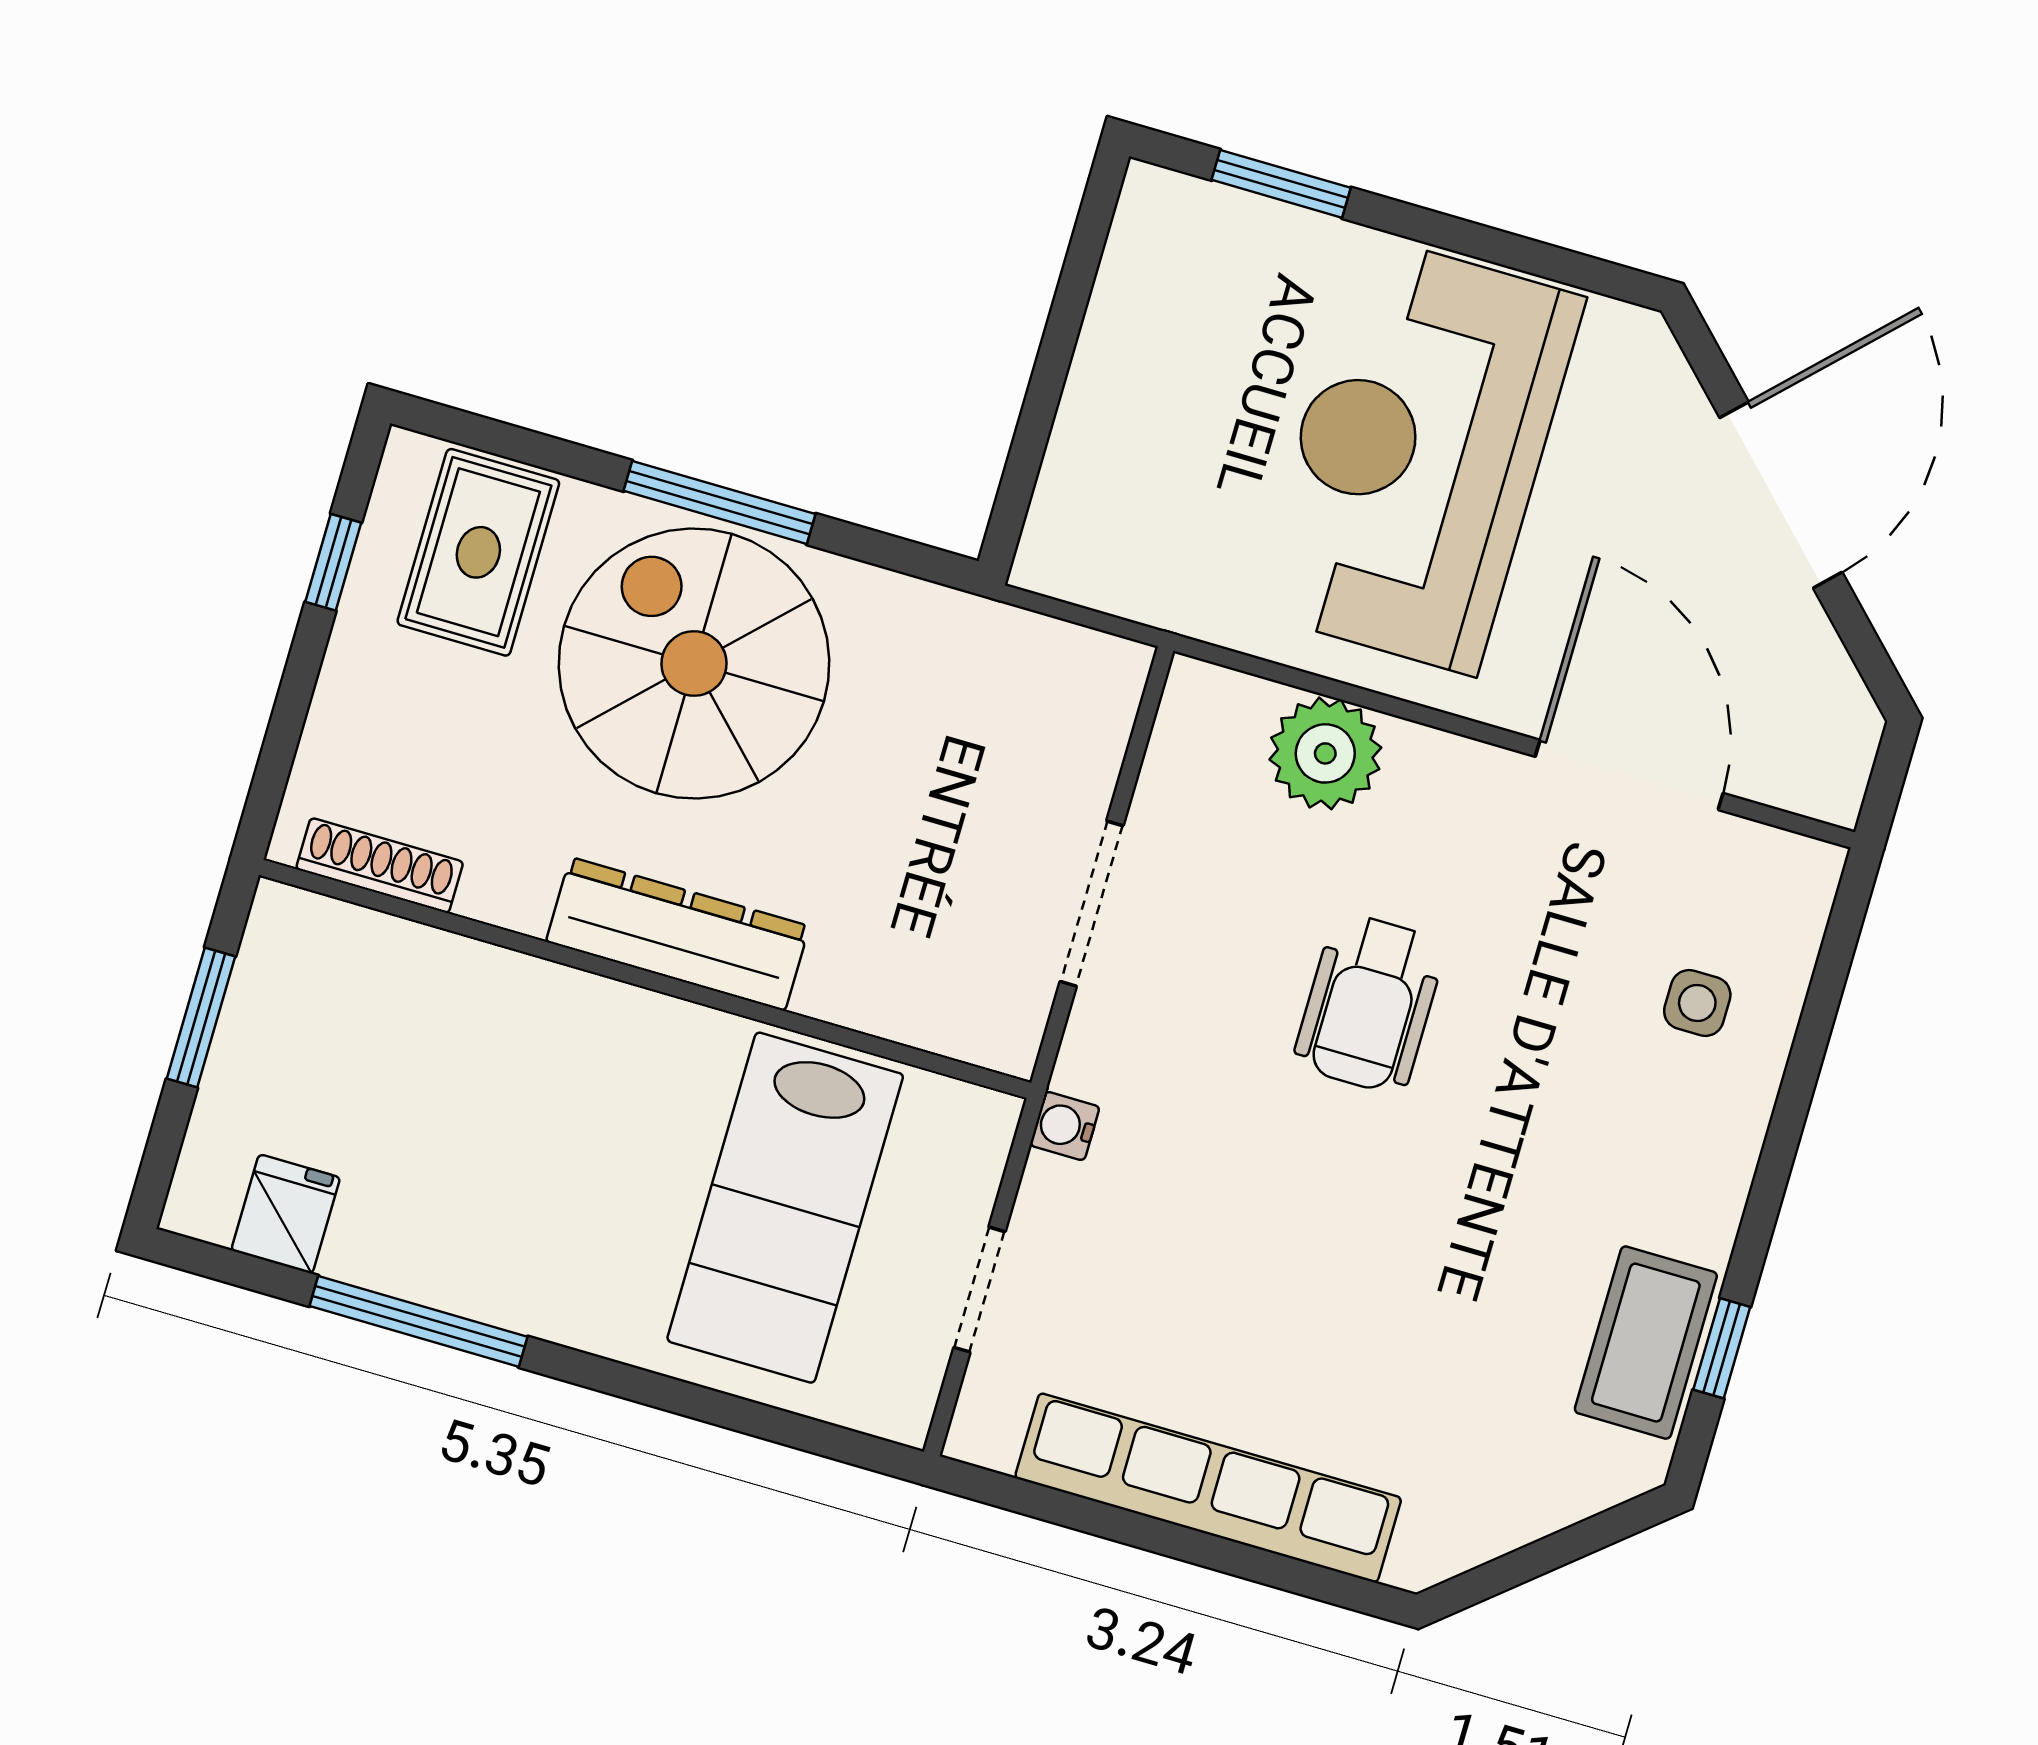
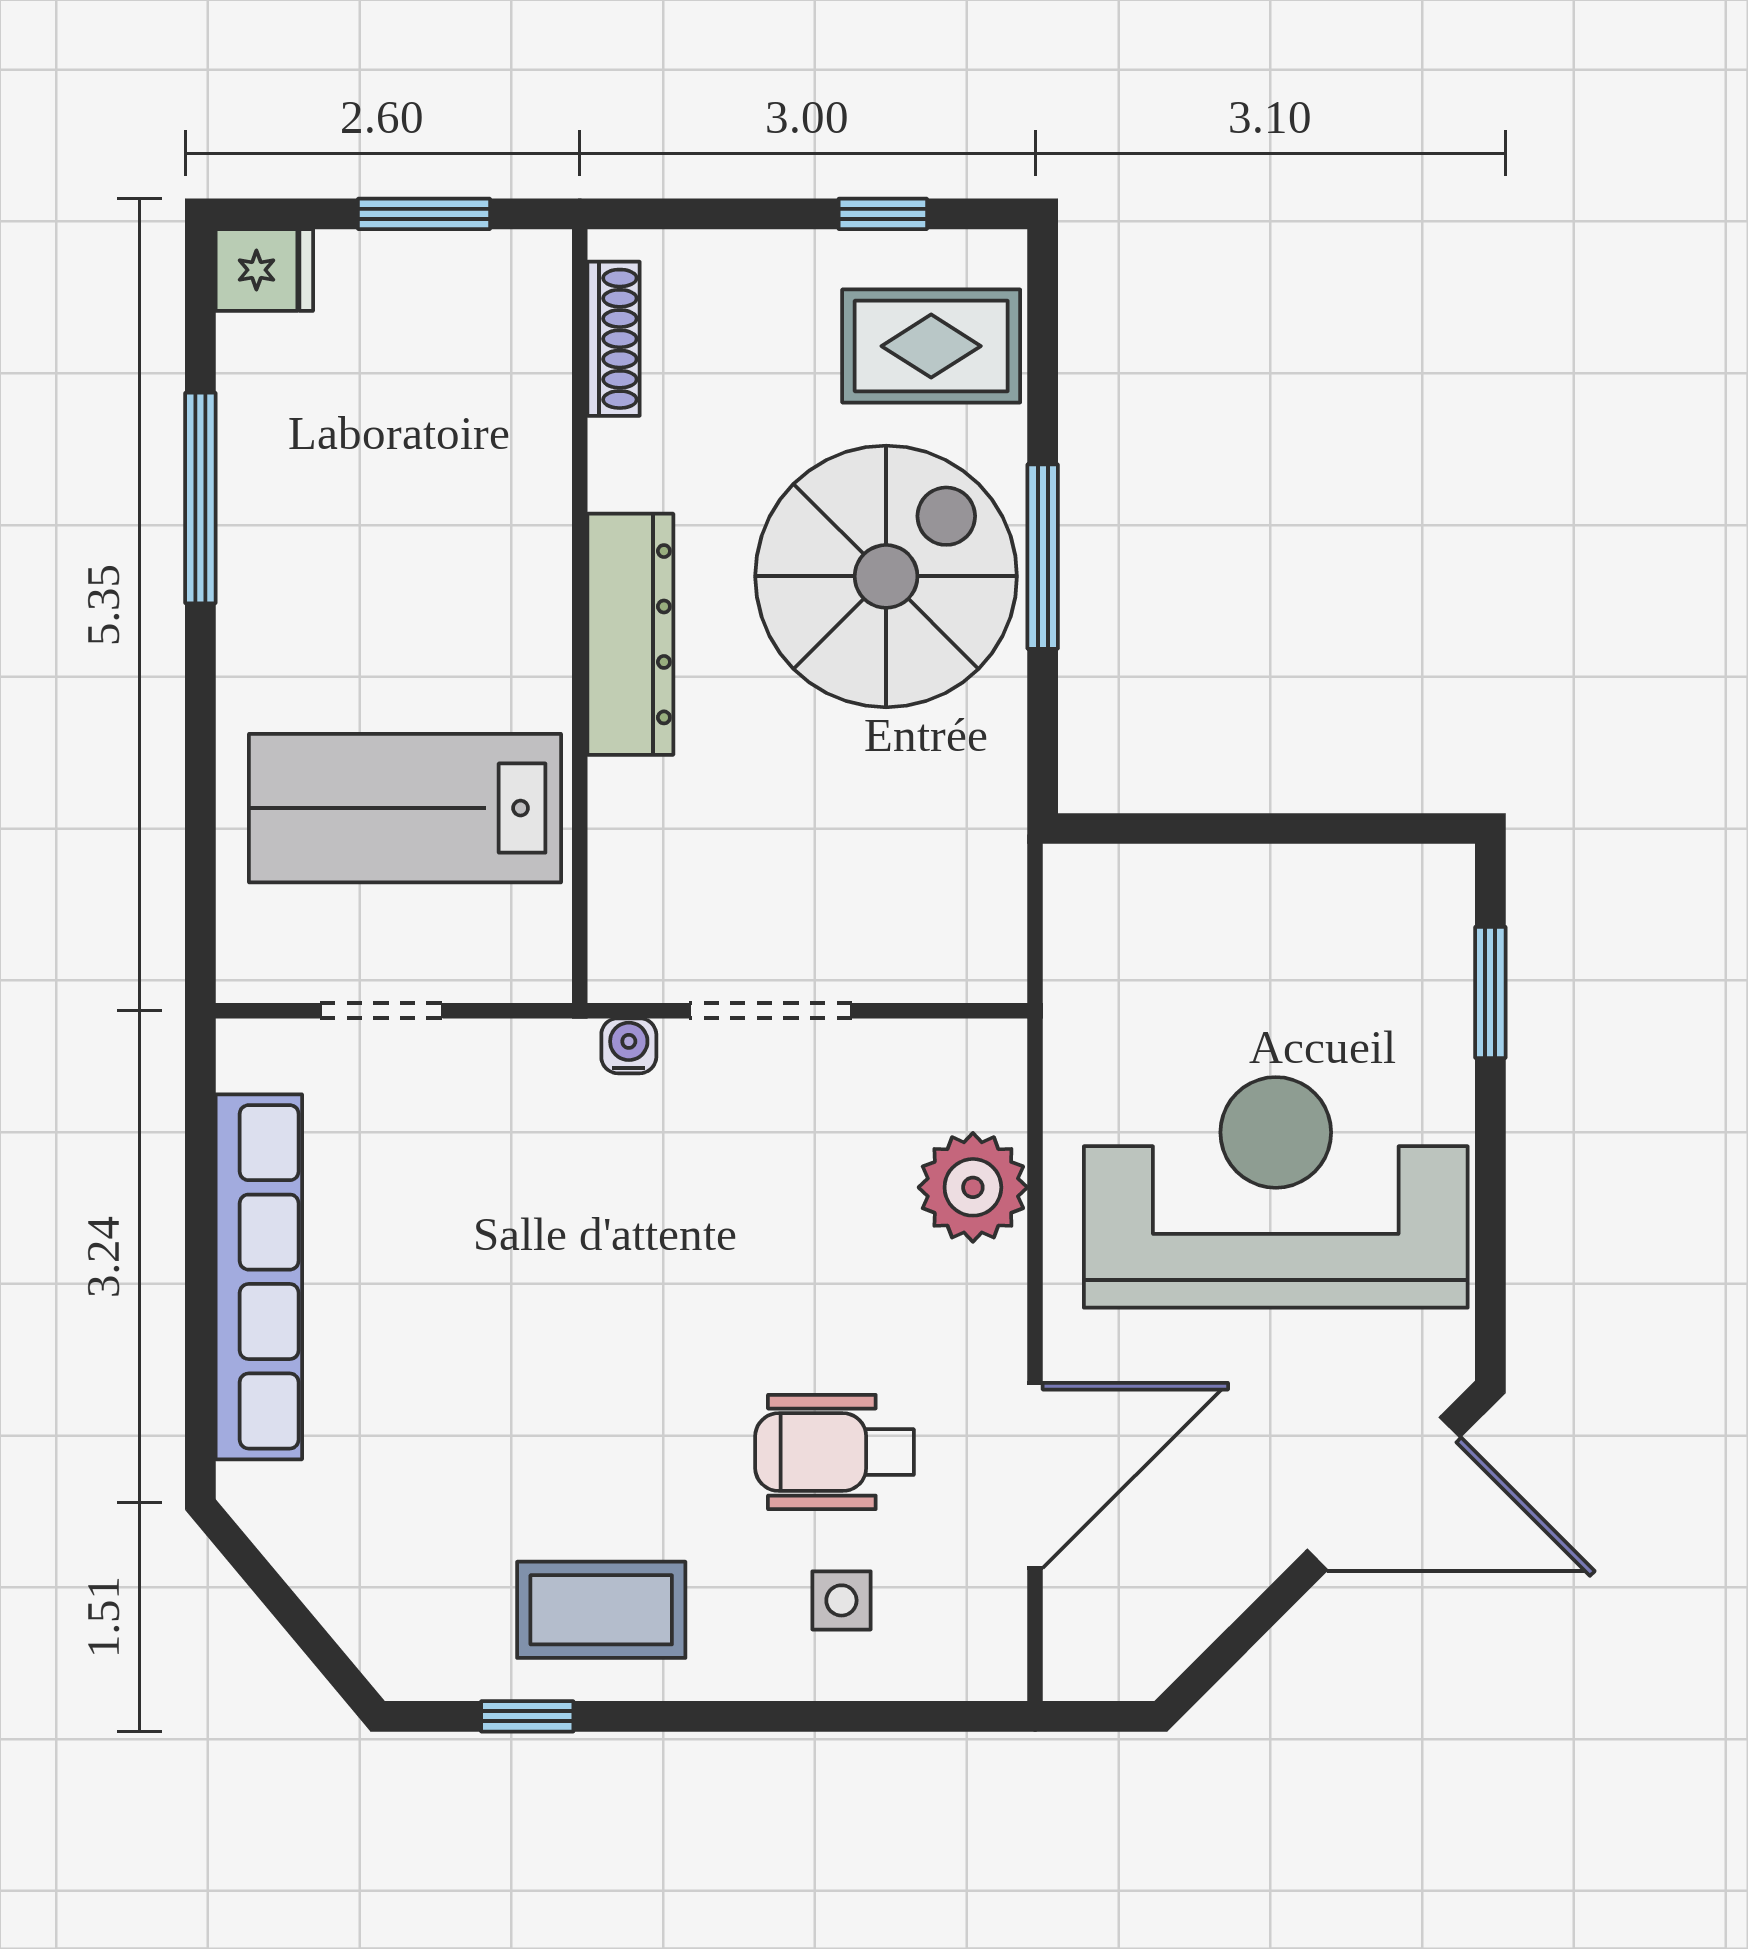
door: (1781, 495) -> (1384, 1494), moved
wheelchair: (1369, 1004) -> (834, 1452), moved
water cooler: (1065, 1126) -> (629, 1046), moved
fridge: (286, 1214) -> (264, 270), moved
coffee table: (1646, 1343) -> (601, 1610), moved

